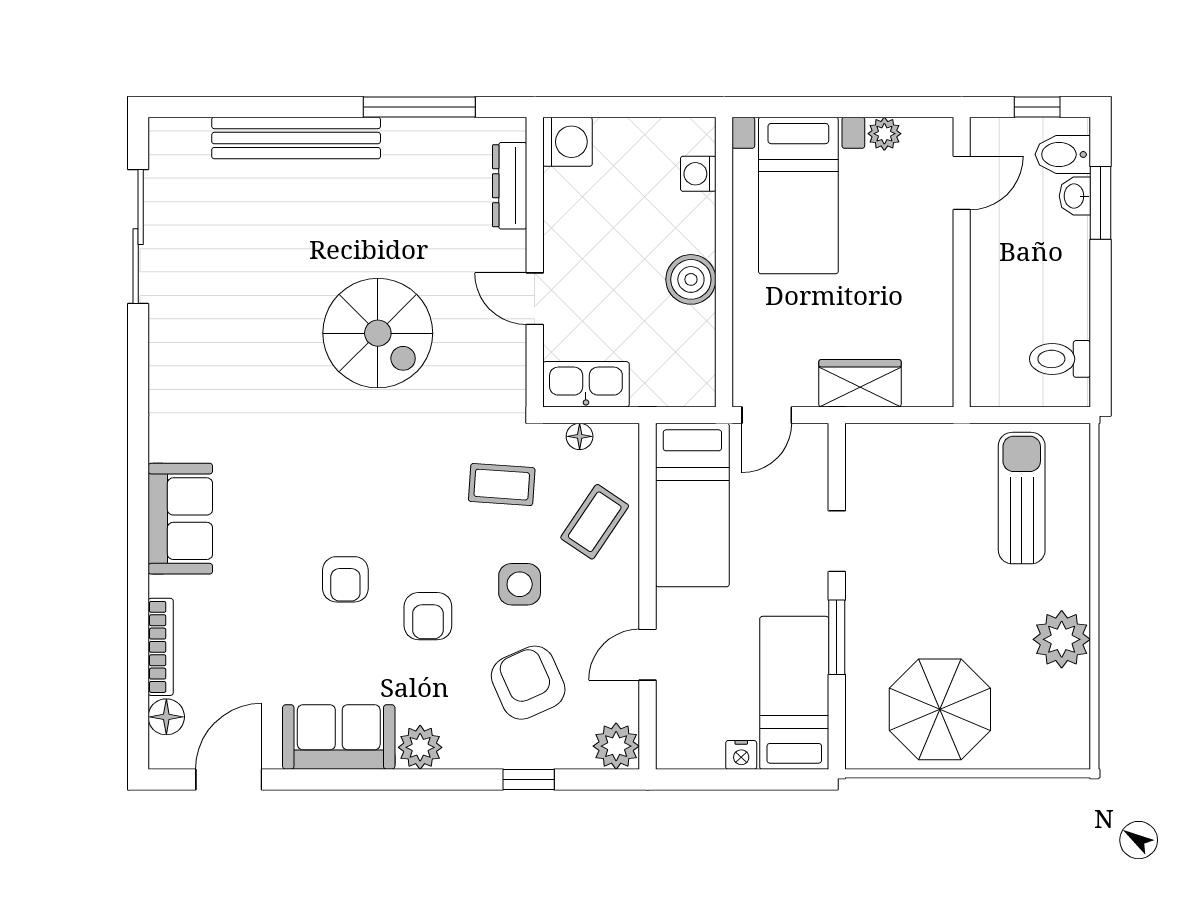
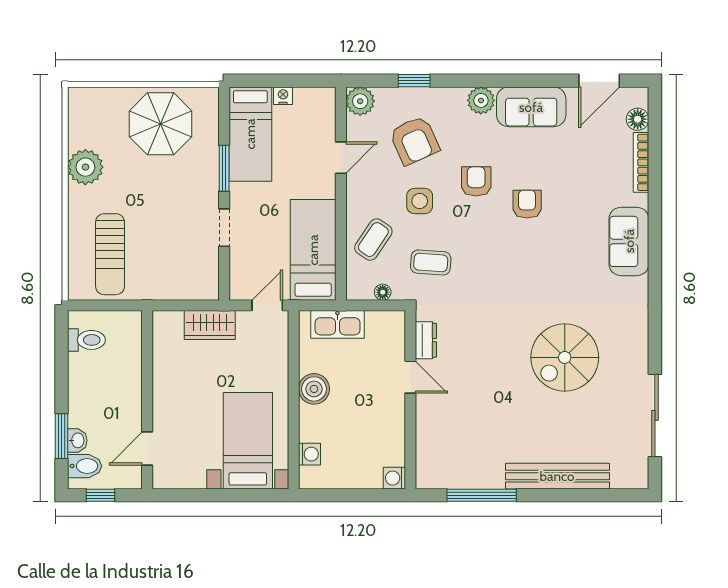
plant: (884, 134) -> (195, 479), removed
washing machine: (567, 142) -> (394, 478), width x0.73, depth x0.73
dresser: (510, 186) -> (426, 340), moved, width x0.70
spiral stairs: (378, 333) -> (565, 357), moved, turned -90
kitchen sink: (586, 384) -> (337, 324), moved

